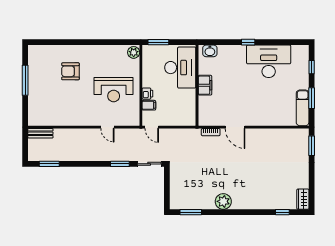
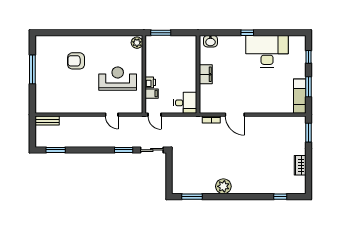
desk: (180, 68) -> (185, 103), moved, width x0.53, depth x0.77
reception desk: (114, 90) -> (118, 79), turned 180
wardrobe: (303, 199) -> (300, 165), moved

